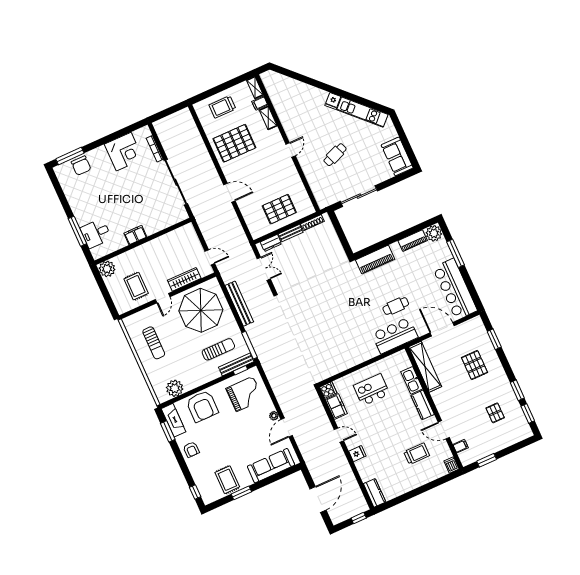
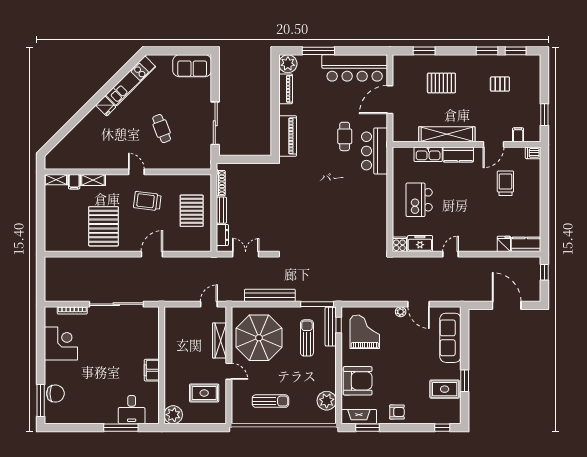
trolley: (222, 107) -> (147, 201), moved, turned 97
shelving: (425, 367) -> (447, 134), moved
fridge: (357, 454) -> (504, 244), moved

